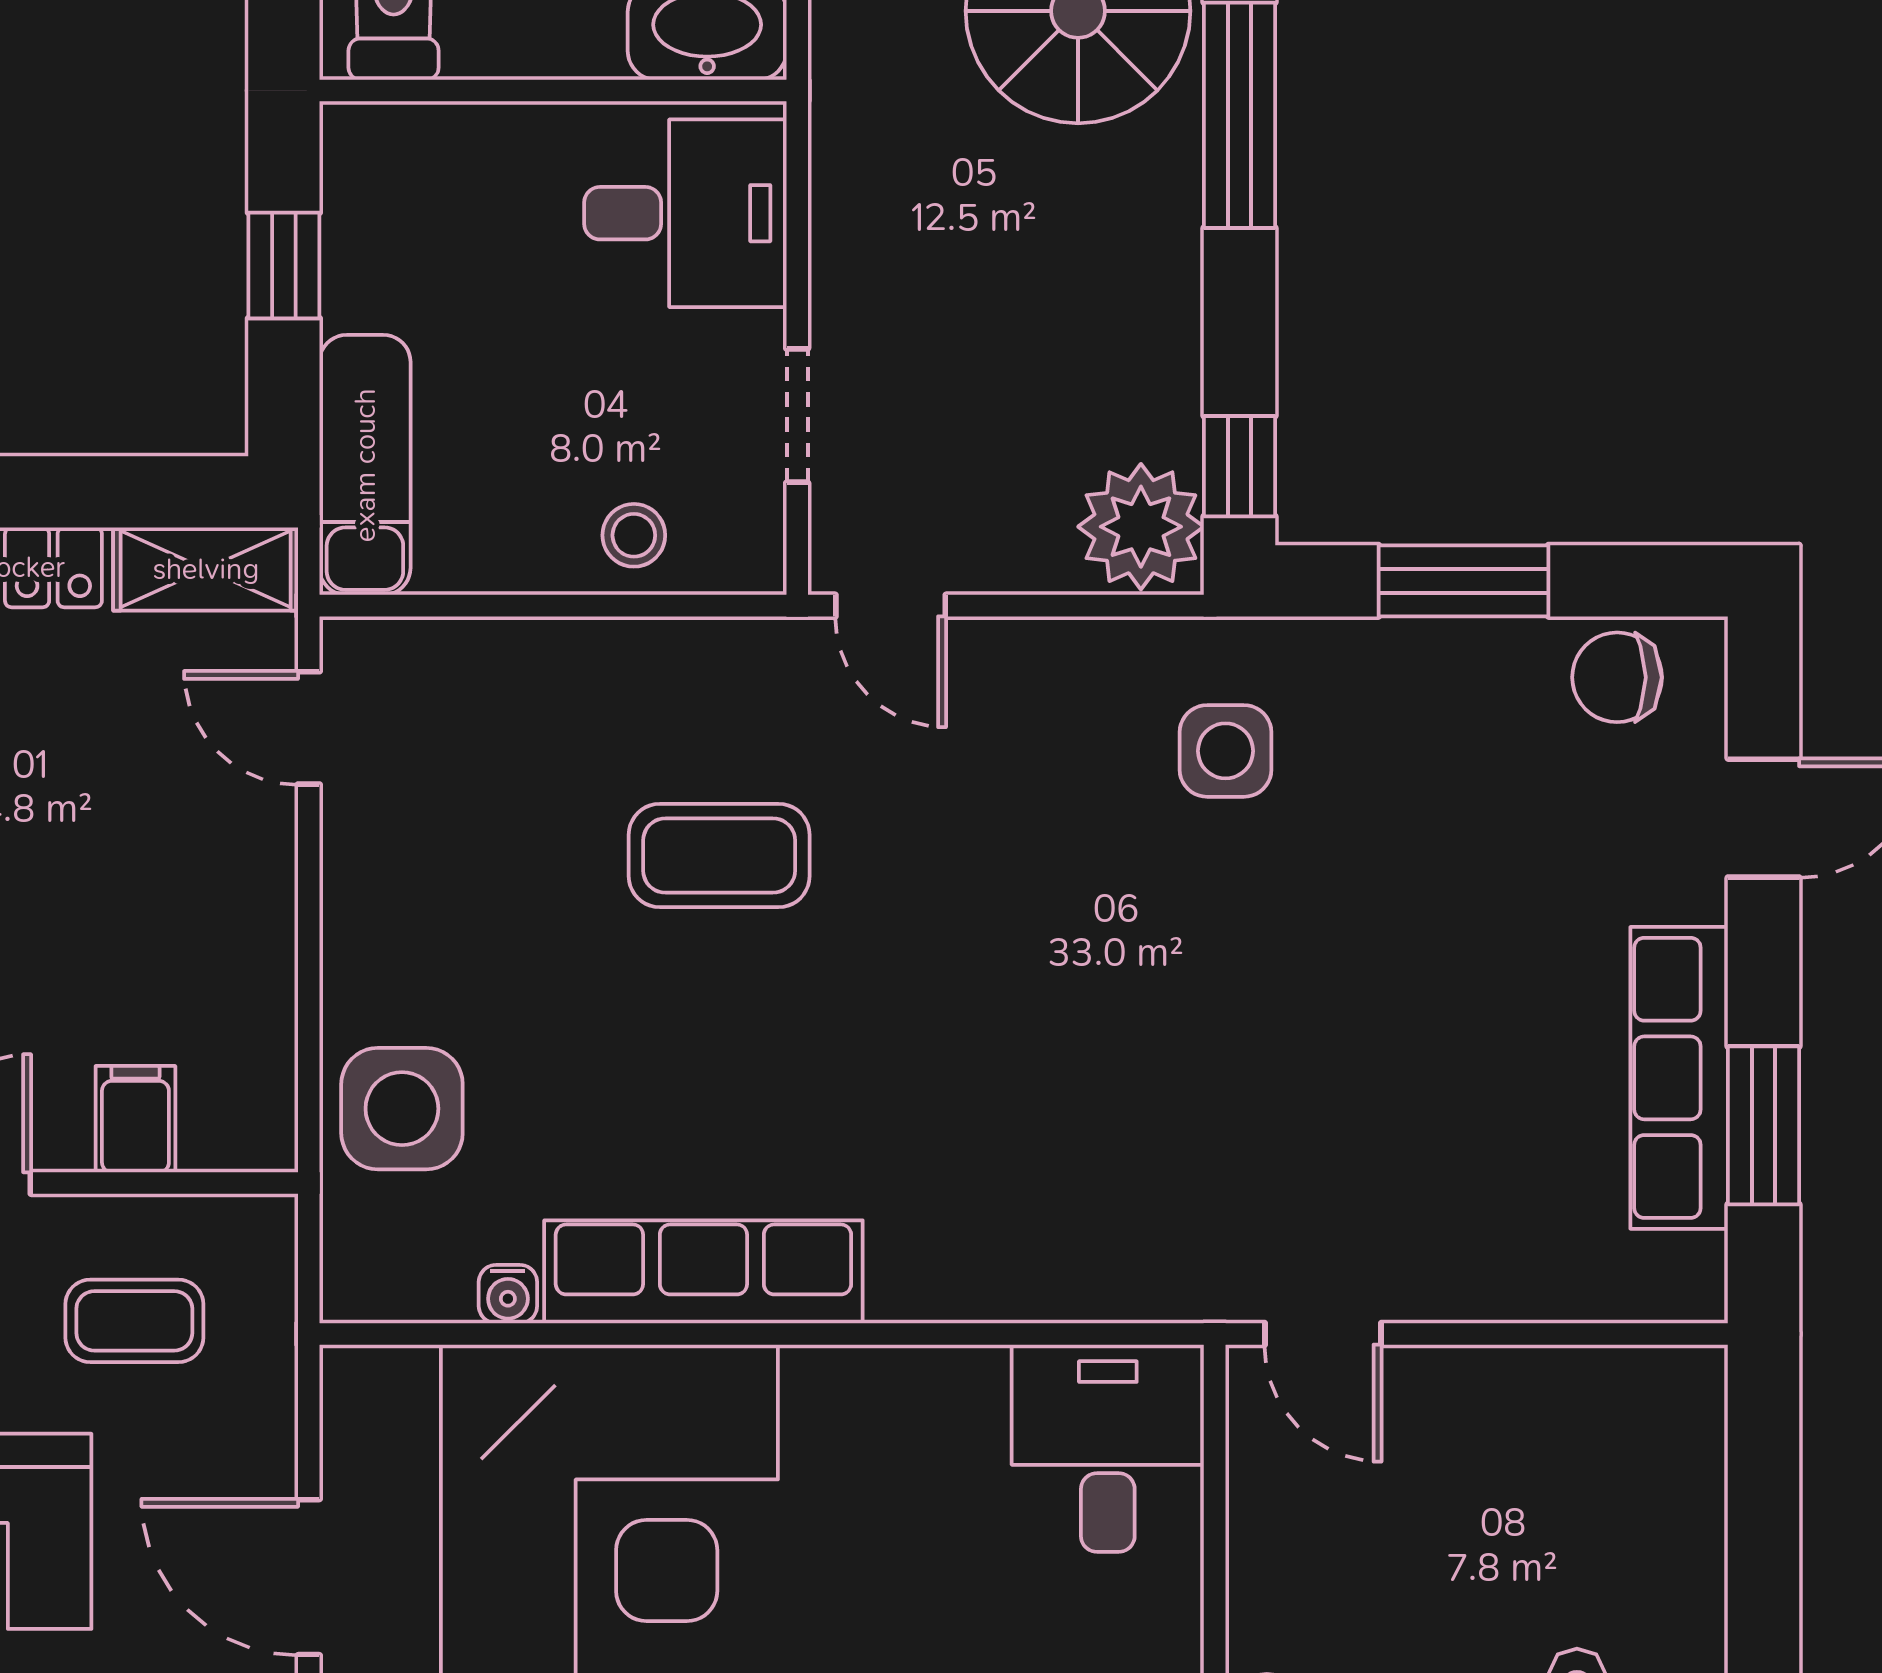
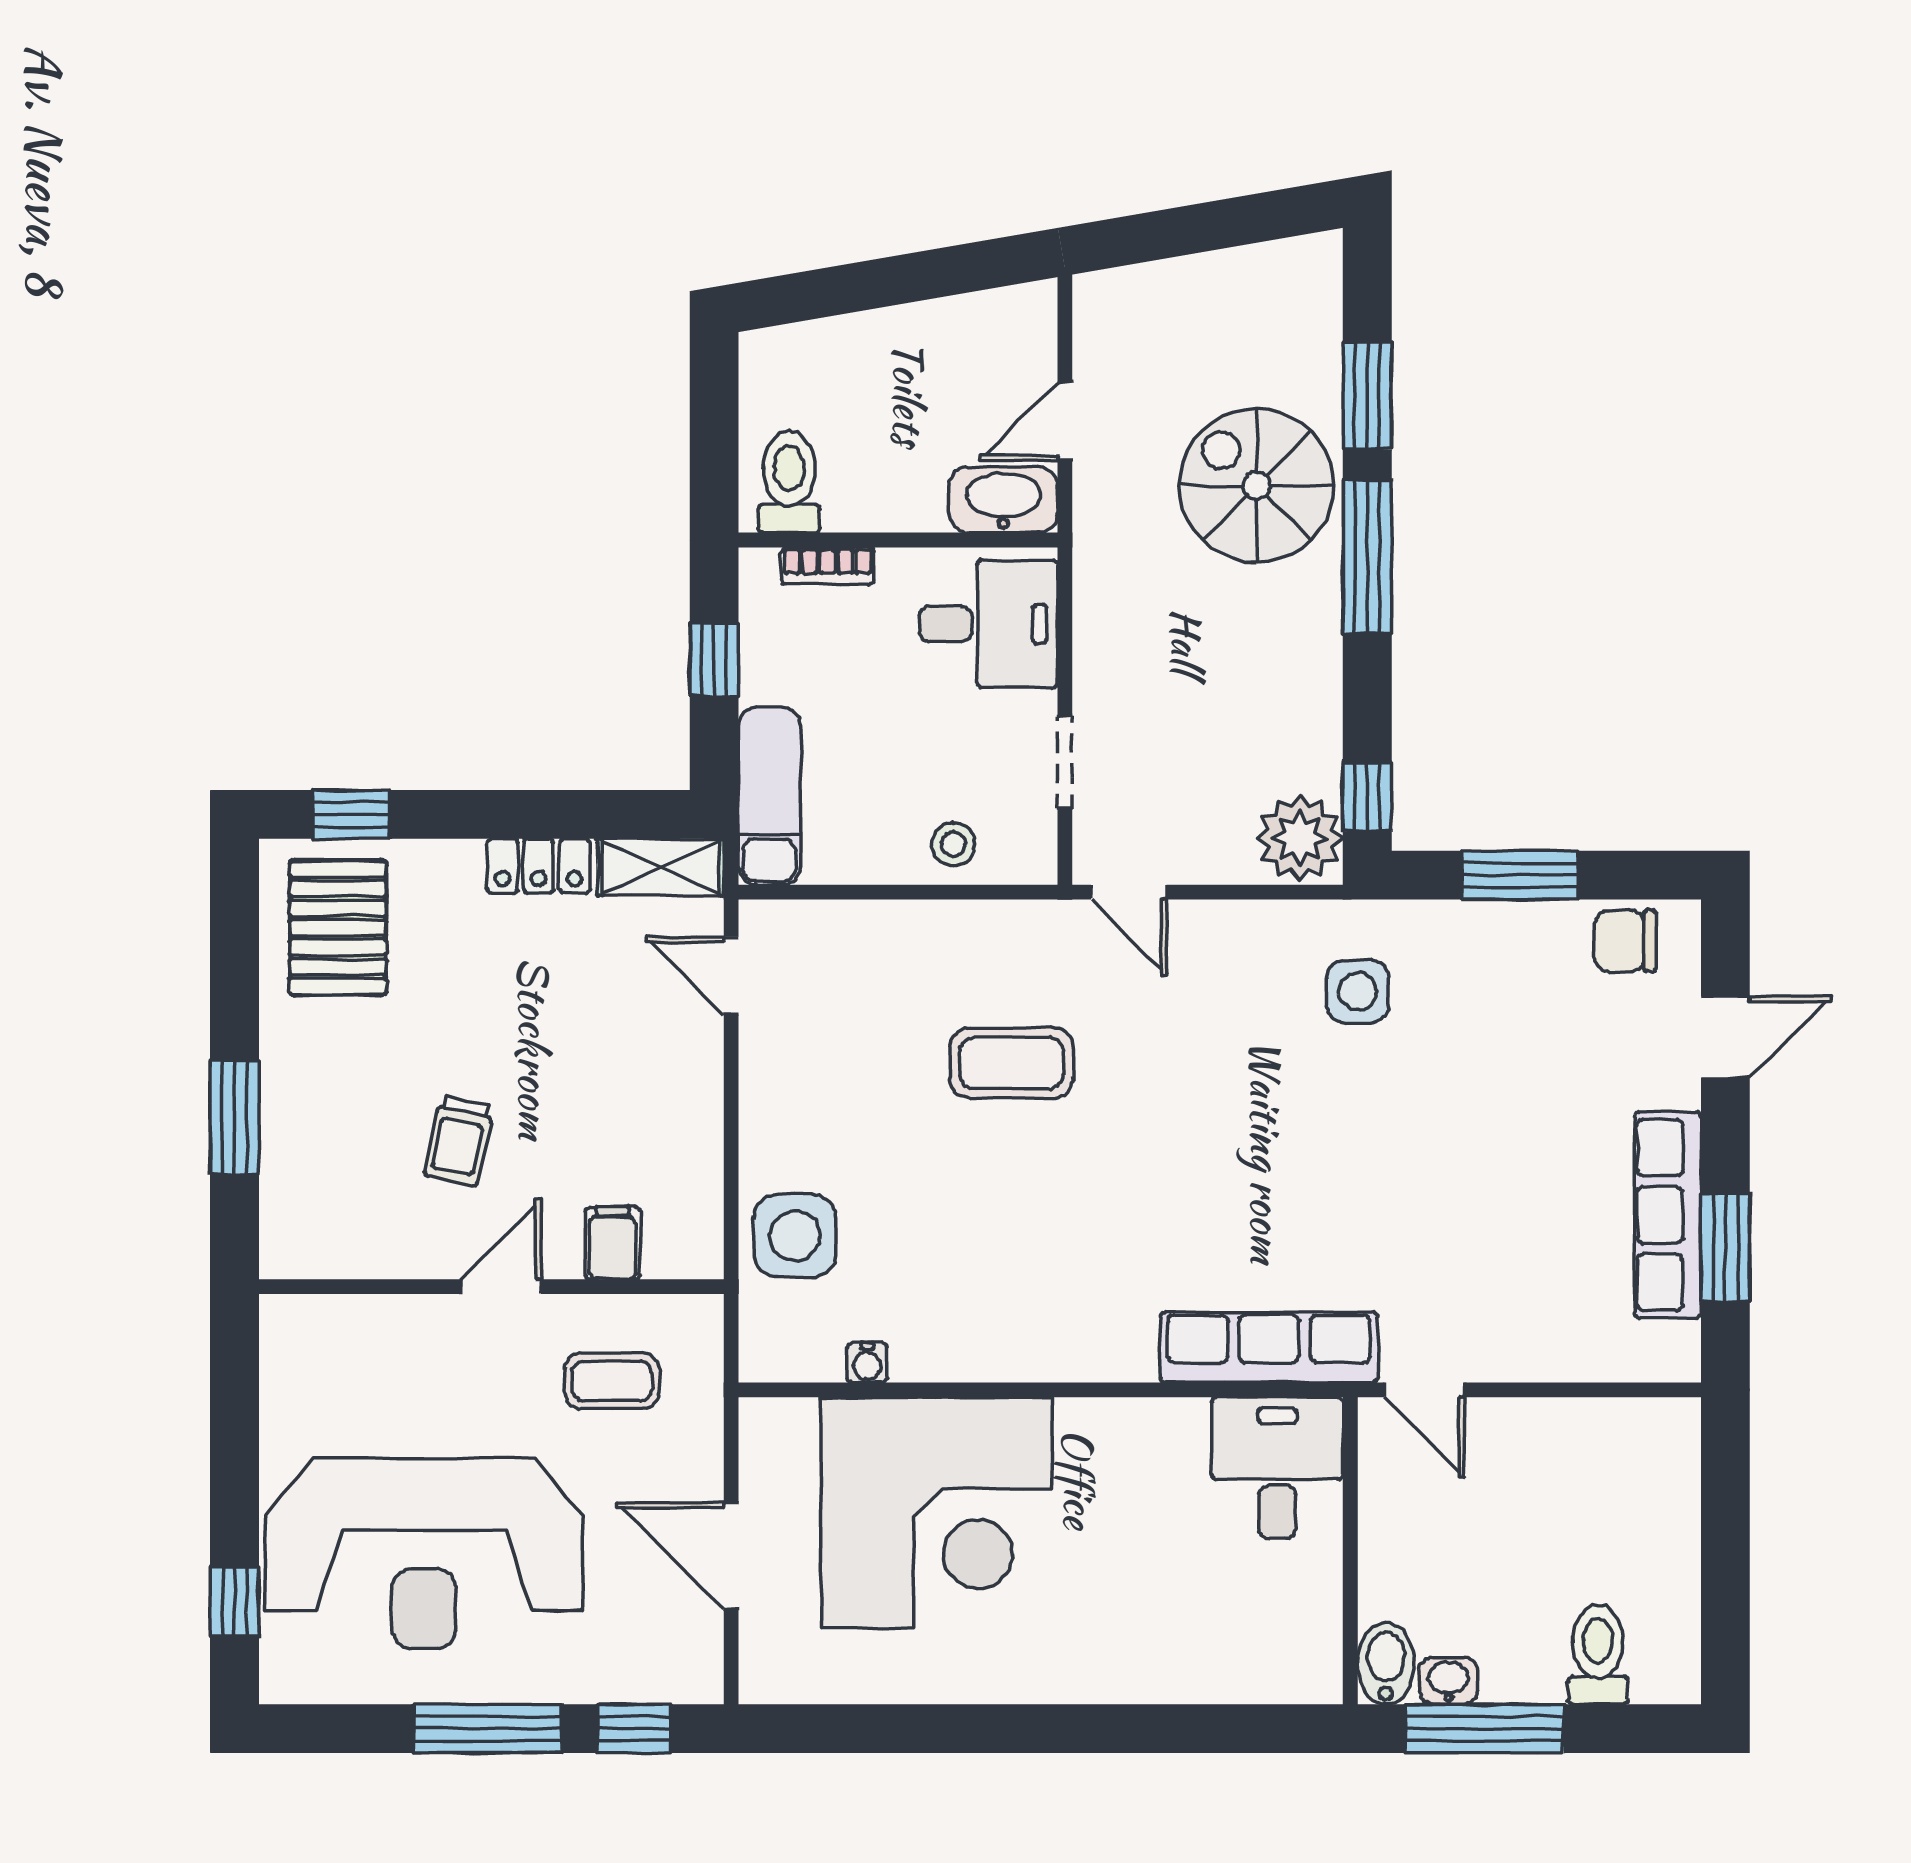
bookcase: (450, 128) -> (828, 566), added
row of seats: (703, 1272) -> (1269, 1347), moved

